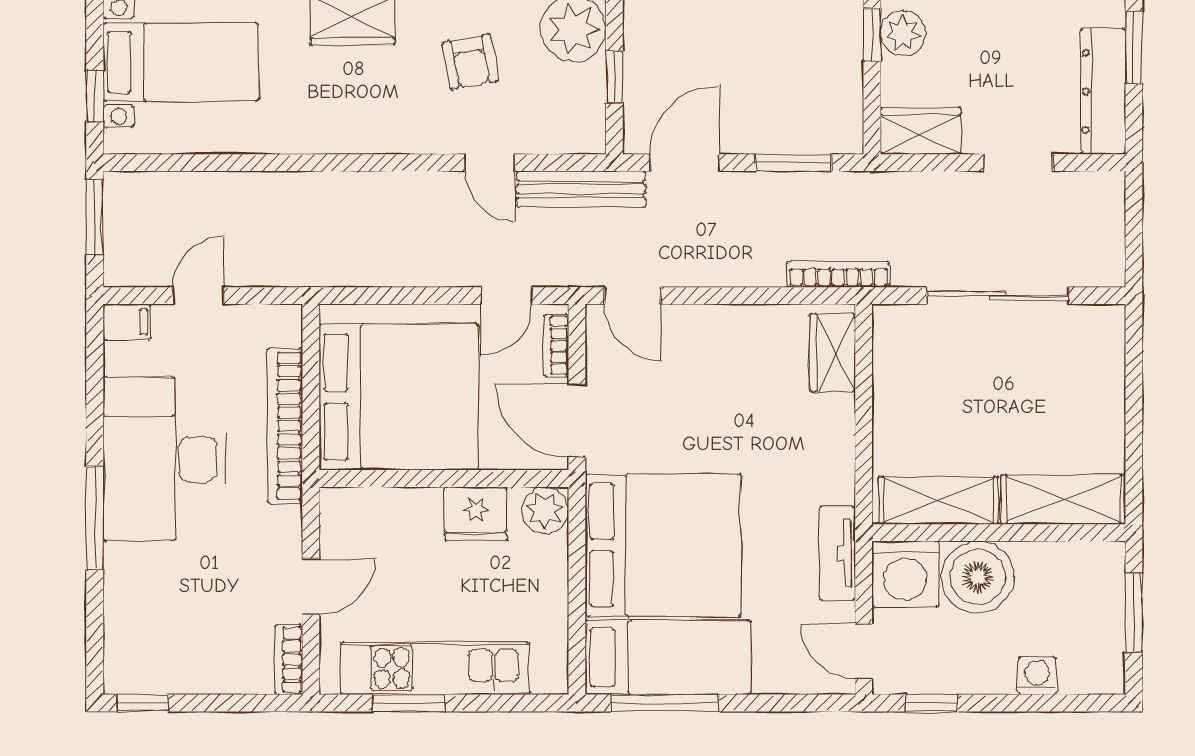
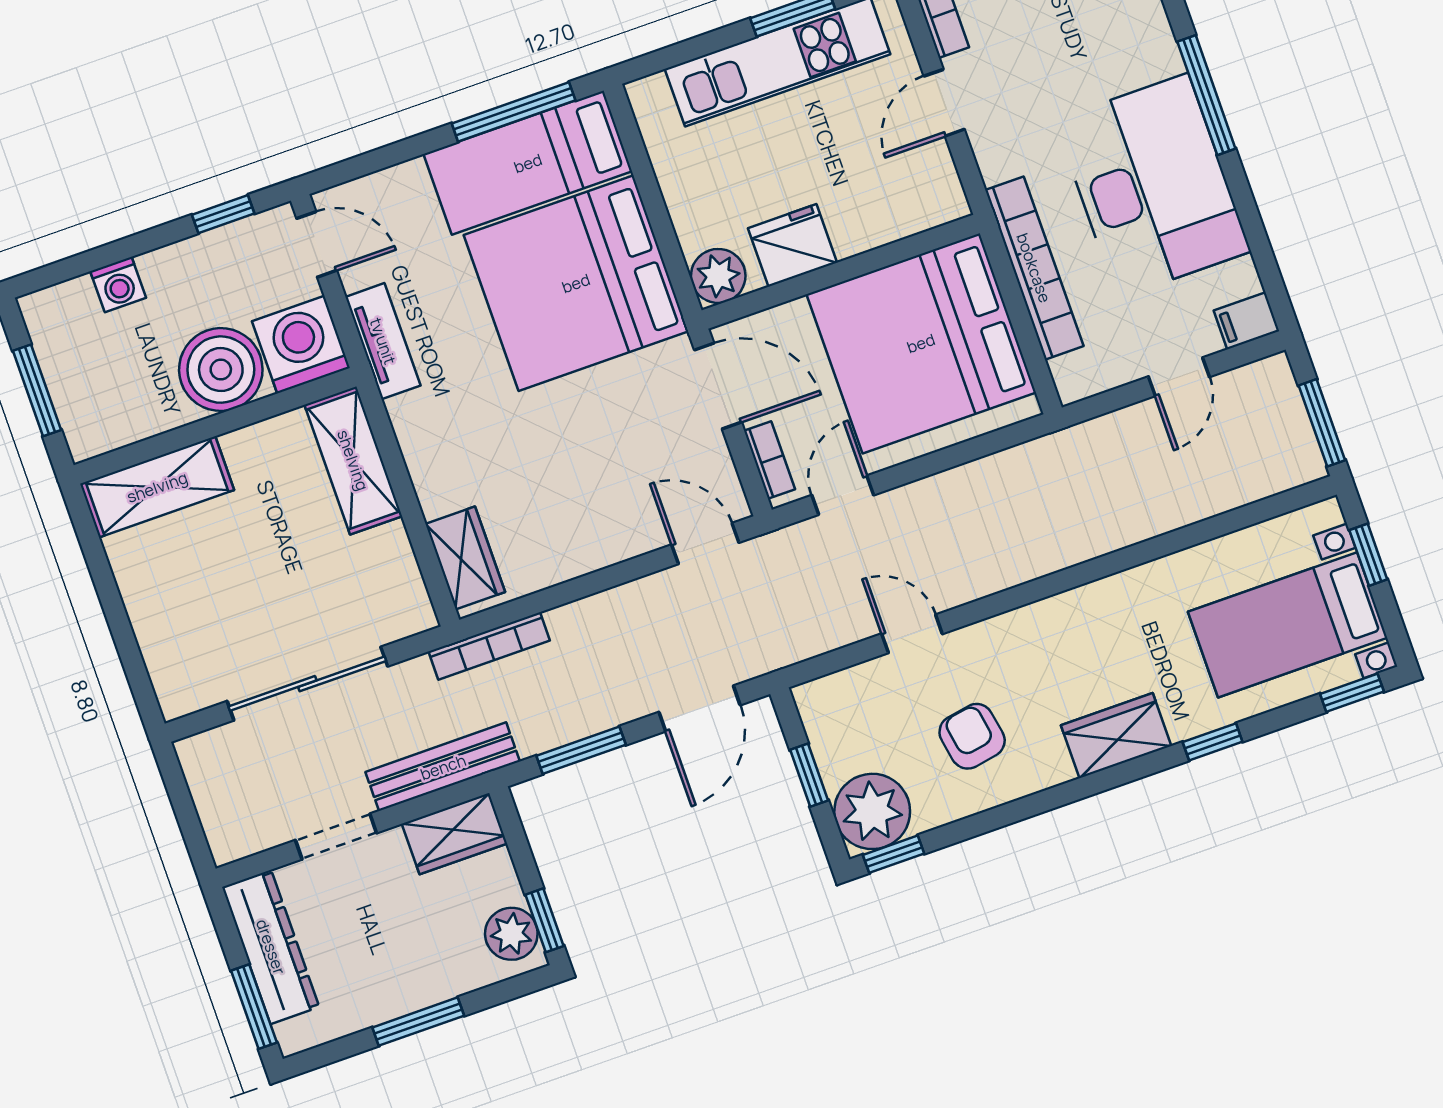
bench: (581, 189) -> (443, 767), moved
shelving: (939, 500) -> (353, 460), moved, turned 90

